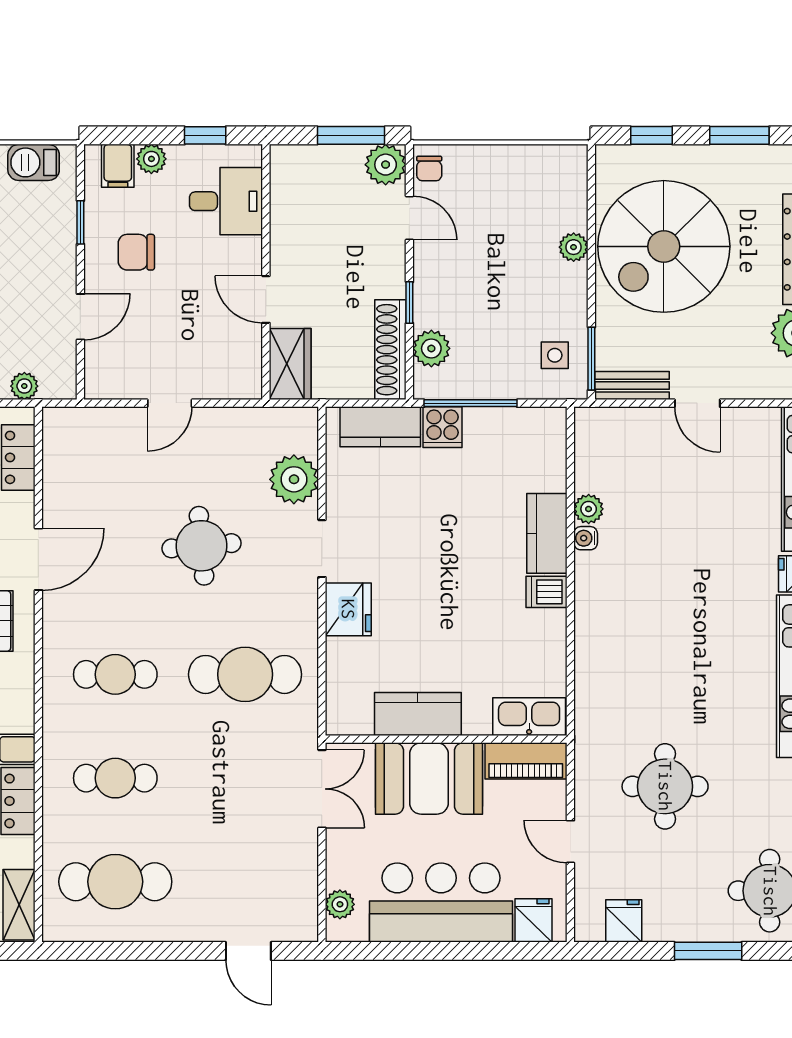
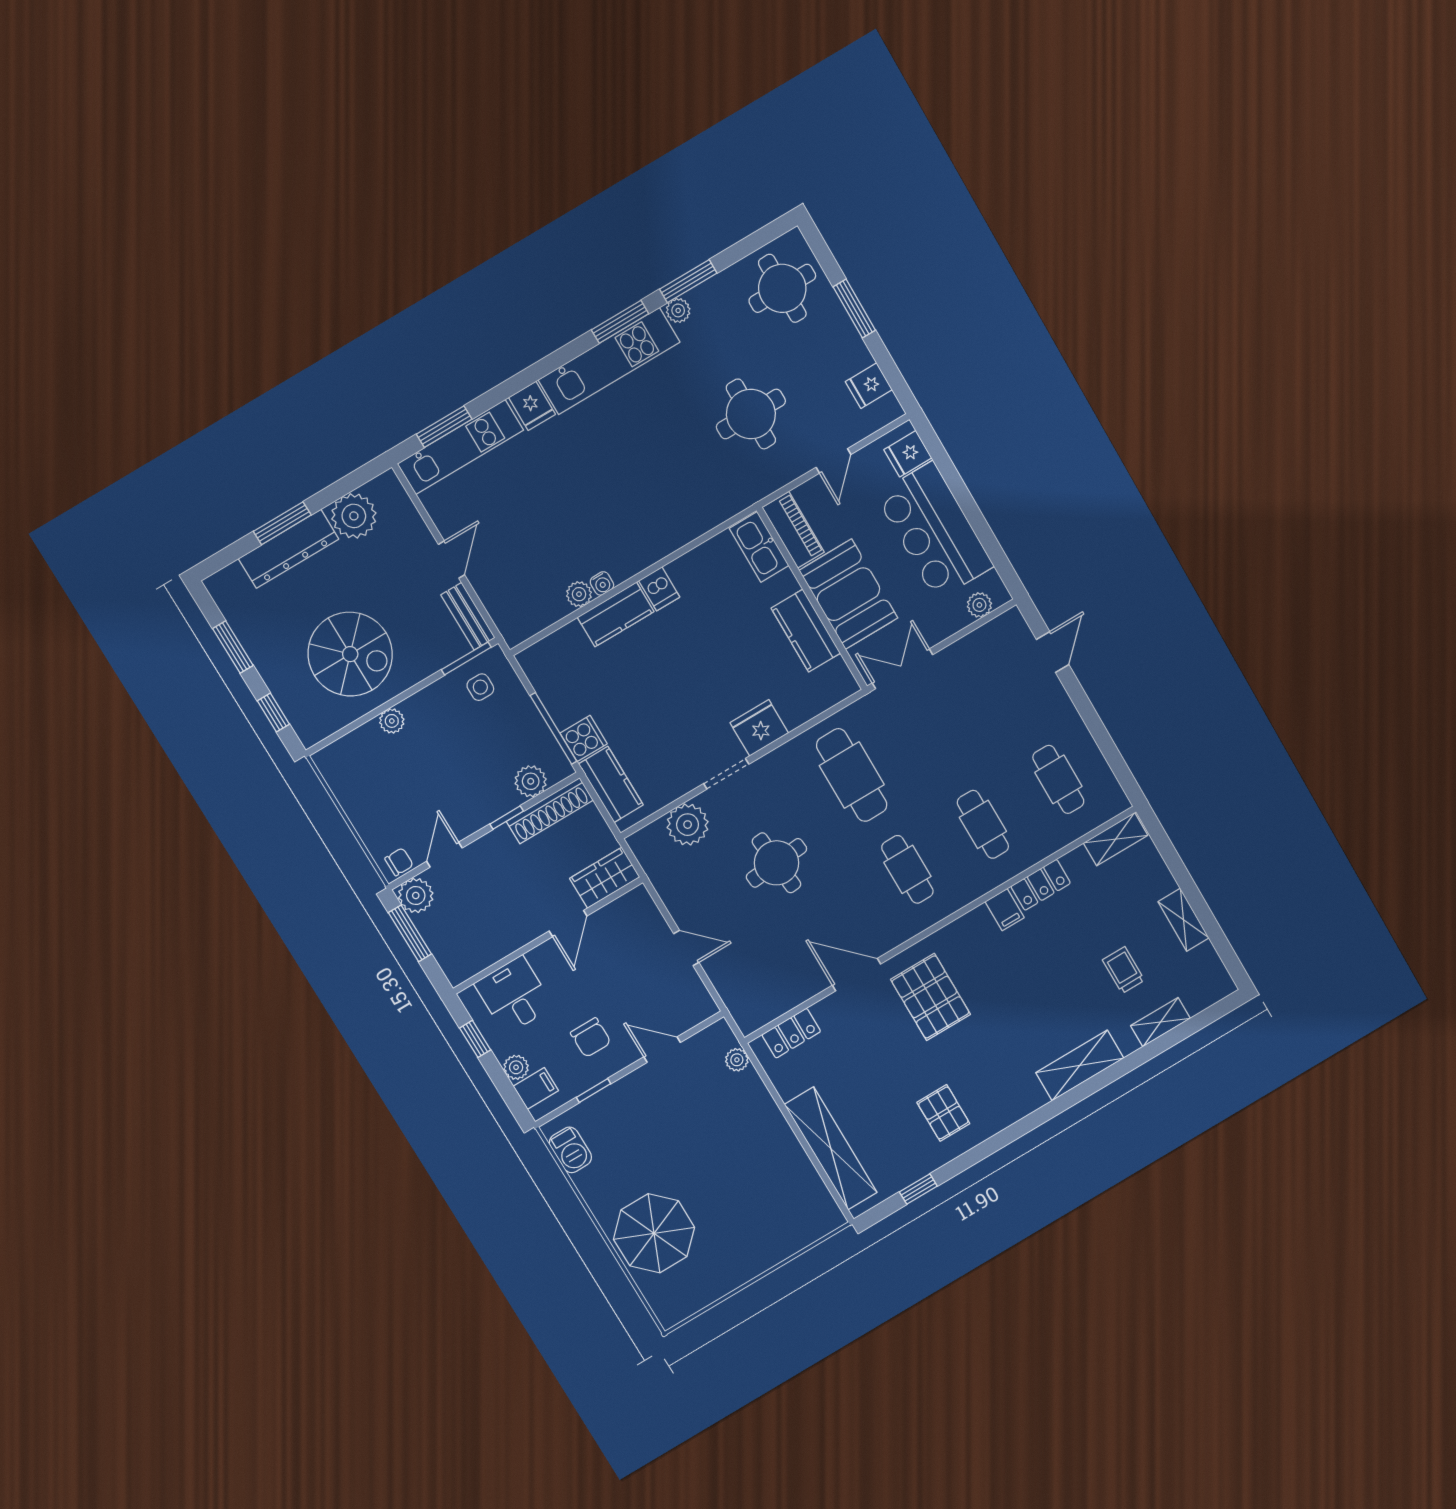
spiral stairs: (664, 246) -> (350, 654), width x0.73, depth x0.73
cafe table: (115, 882) -> (1058, 779), width x0.73, depth x0.74

